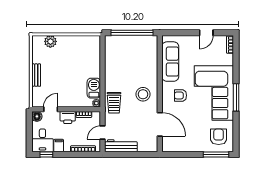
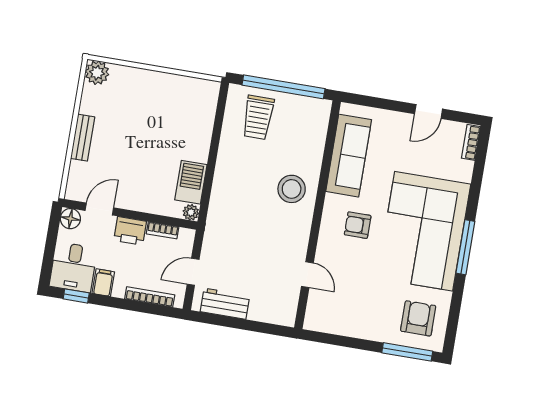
plant: (50, 41) -> (97, 73), moved
stool: (143, 94) -> (292, 189), moved
trolley: (114, 103) -> (258, 117), moved
door: (160, 124) -> (307, 275), width x0.53
workbench: (121, 146) -> (225, 304), width x0.73

